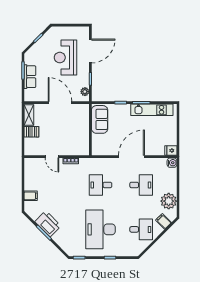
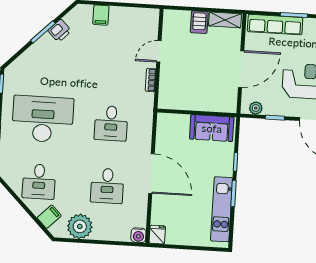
row of seats: (30, 77) -> (275, 25), width x1.48
desk: (100, 185) -> (111, 123), turned 180
printer: (48, 224) -> (60, 31), width x0.53, depth x0.68

